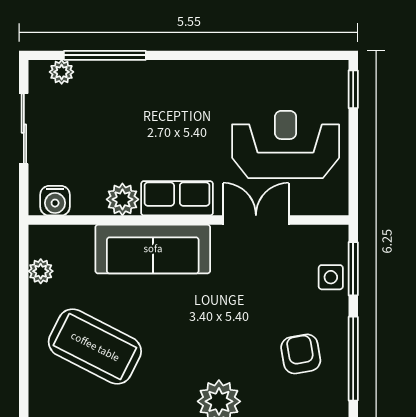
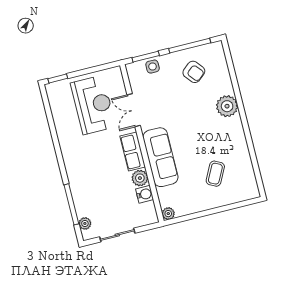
reception desk: (286, 144) -> (93, 105), turned 180
water cooler: (55, 201) -> (145, 194), moved
plant: (41, 271) -> (168, 214), moved
coffee table: (95, 347) -> (215, 174), width x0.54, depth x0.58
armchair: (301, 354) -> (194, 72), turned -120

